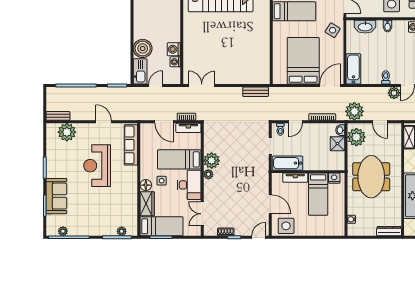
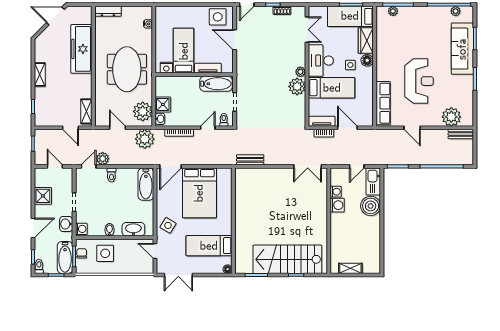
sofa: (56, 196) -> (462, 49), width x1.36

